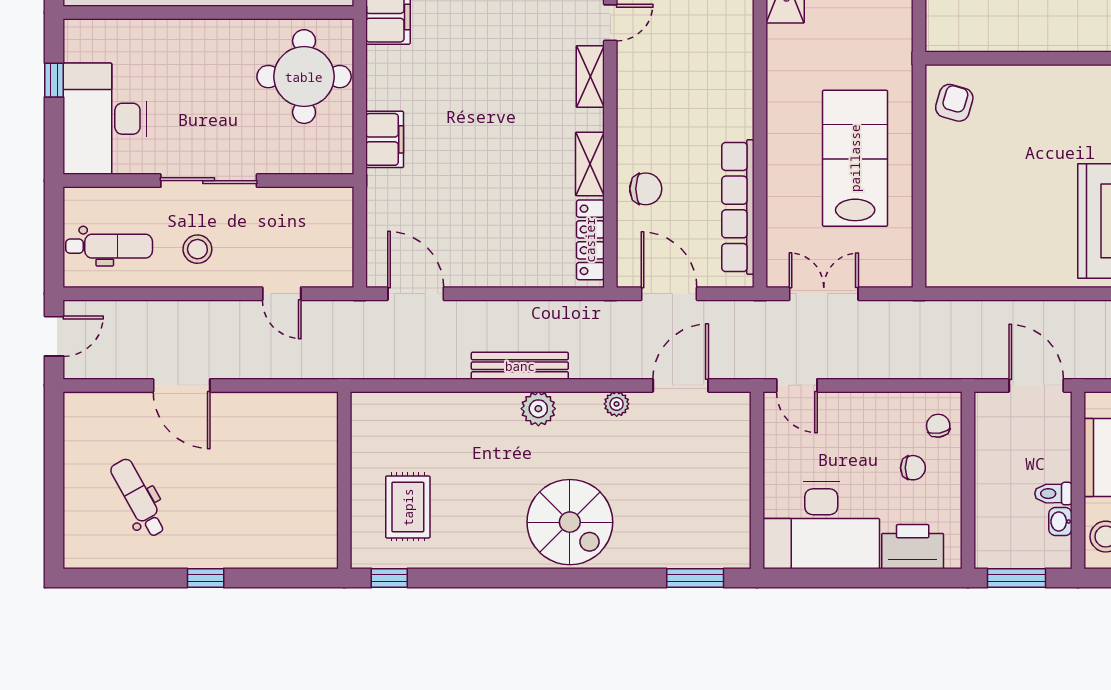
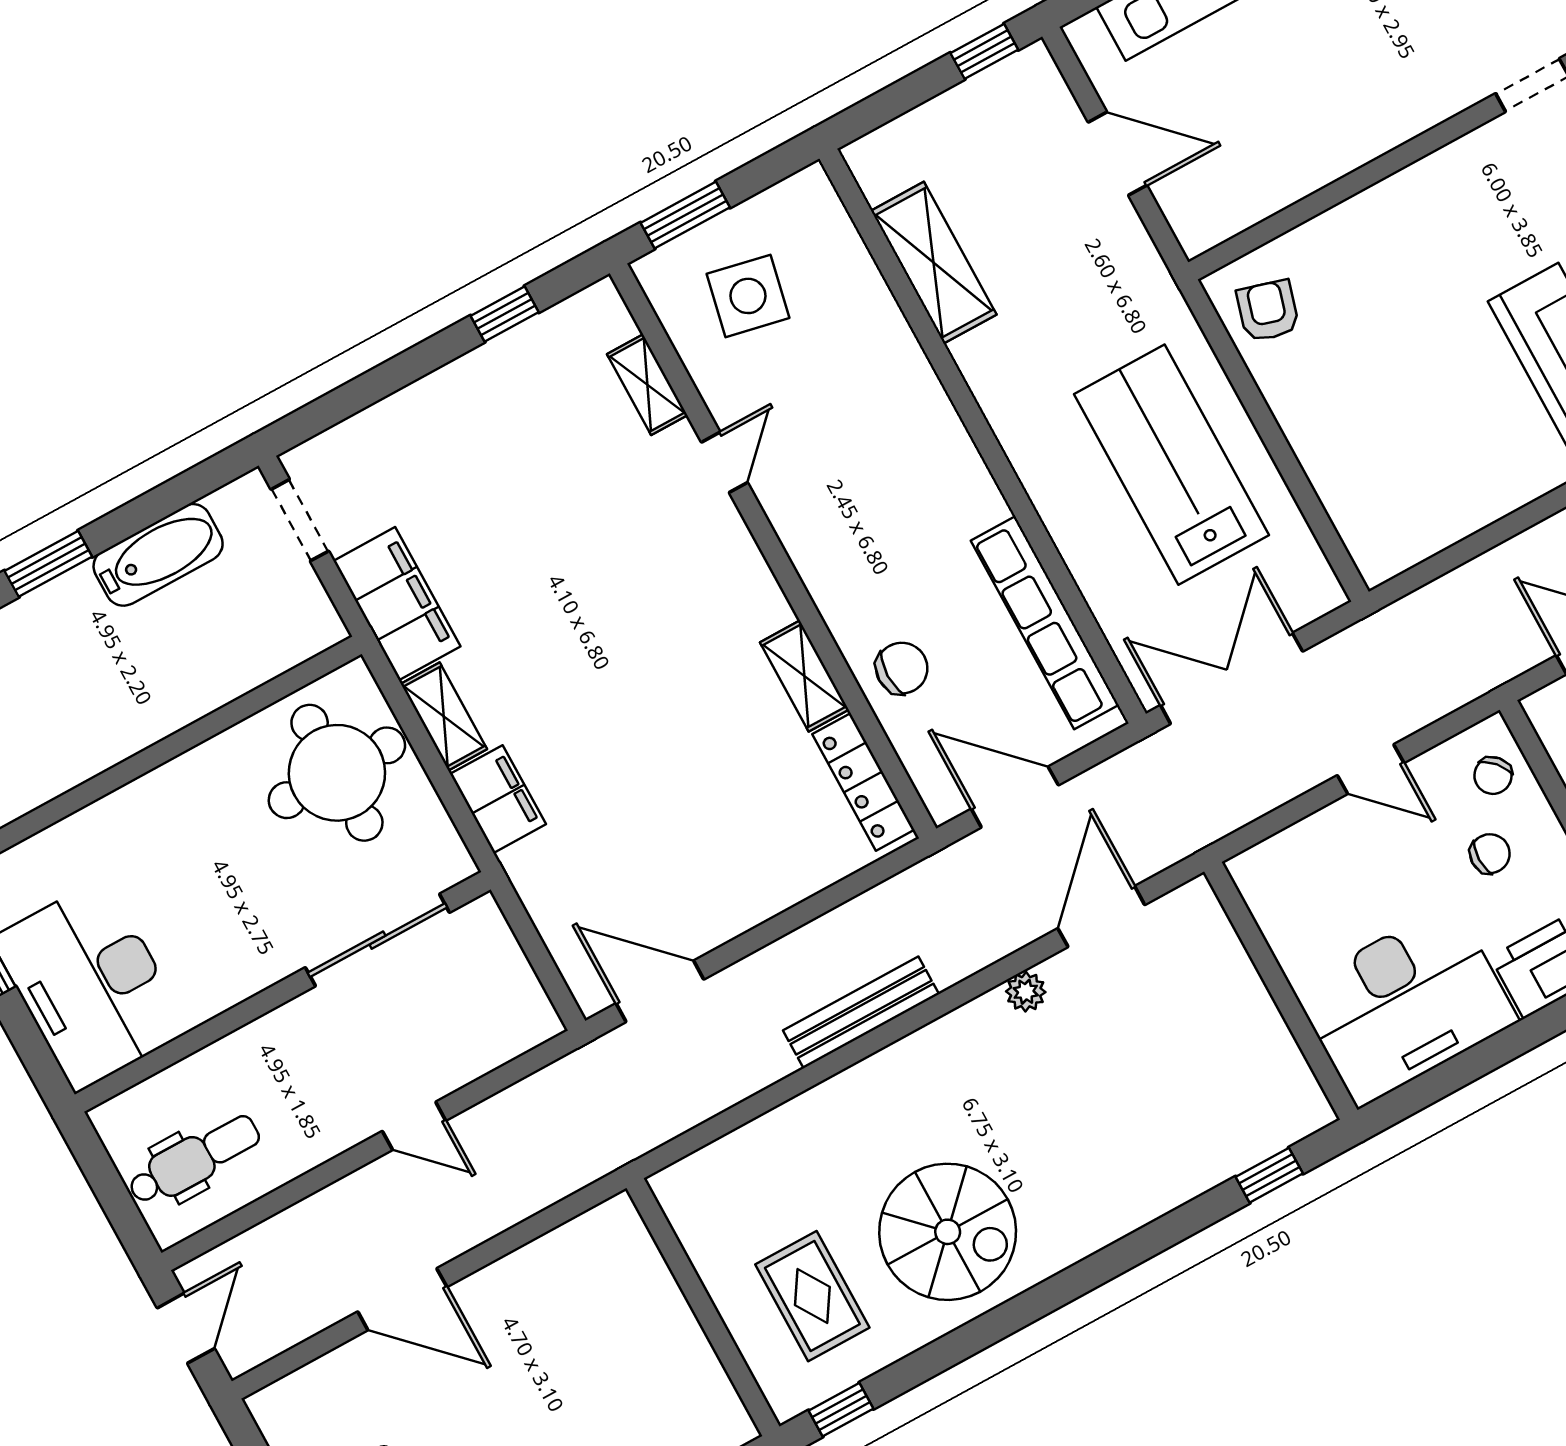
shelving: (590, 76) -> (444, 716), moved
sliding door: (209, 181) -> (377, 940), moved
stool: (197, 249) -> (320, 1096), removed
door: (282, 294) -> (414, 1126), moved
double door: (824, 294) -> (1232, 678), width x1.37
door: (797, 385) -> (1371, 769), moved
plant: (538, 409) -> (920, 1058), removed
chair: (938, 426) -> (1493, 776), turned -123
spiral stairs: (570, 522) -> (948, 1232), moved
window: (695, 578) -> (1269, 1175), width x0.67

